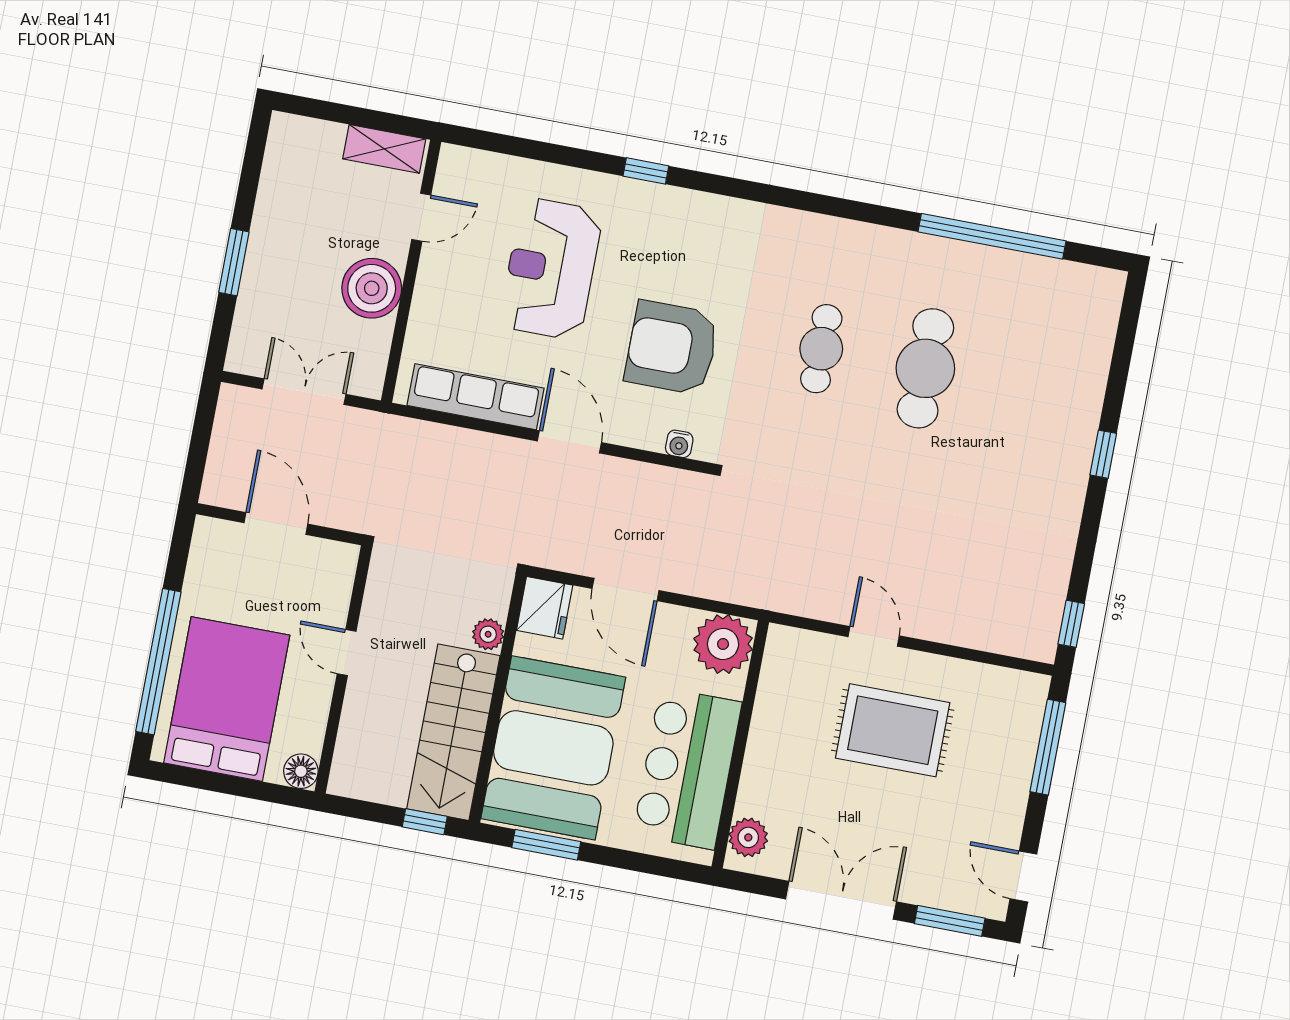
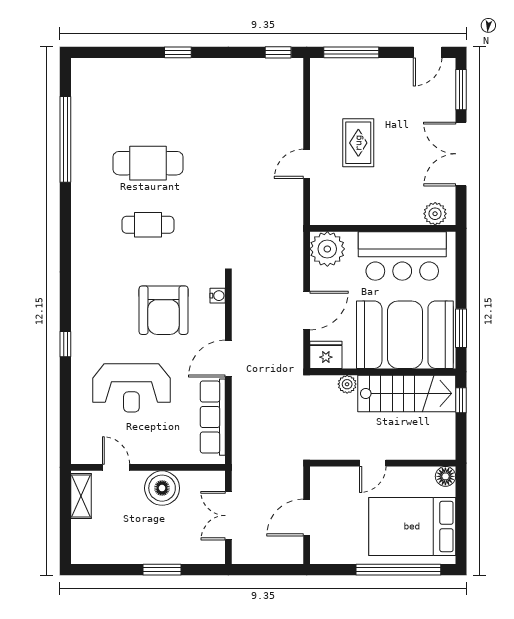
rug: (893, 730) -> (358, 143), width x0.73, depth x0.70

